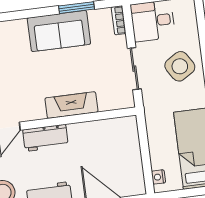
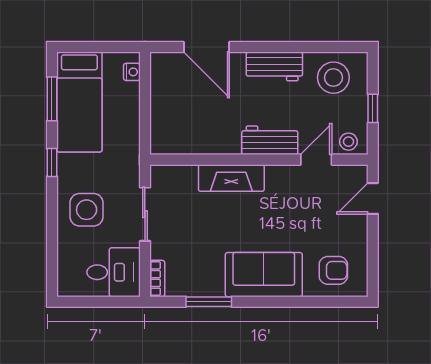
sofa: (59, 31) -> (264, 275), moved
side table: (180, 66) -> (87, 210), turned 32

